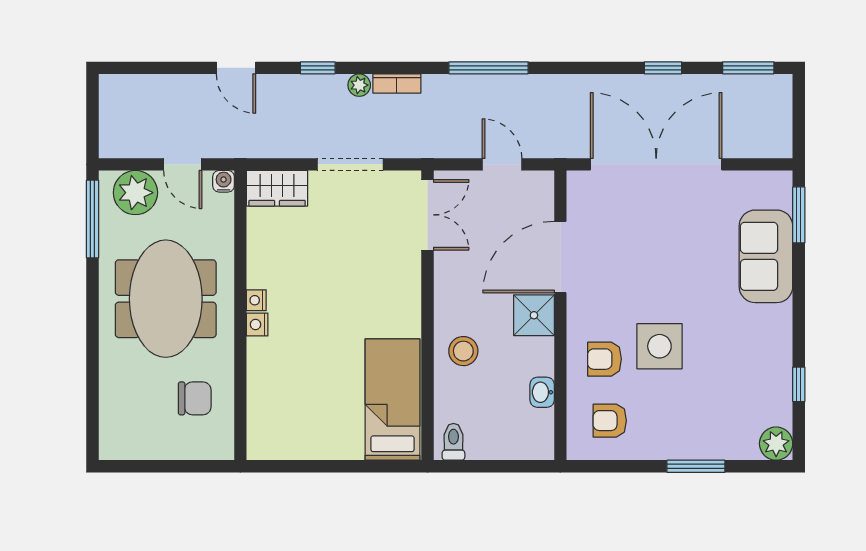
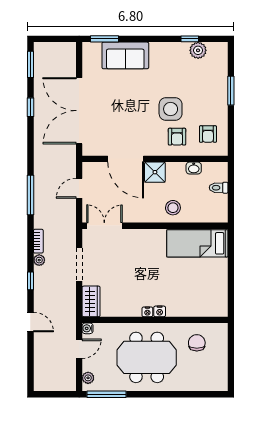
door: (236, 68) -> (30, 322), hinge flipped
plant: (135, 193) -> (88, 378), width x0.53, depth x0.53
toilet: (453, 442) -> (219, 188), moved
plant: (776, 444) -> (198, 50), moved

